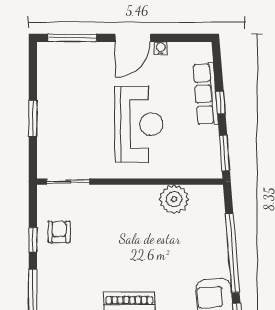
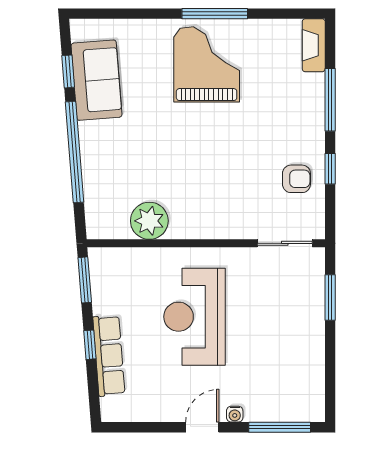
door: (133, 38) -> (202, 427), width x0.73
water cooler: (161, 48) -> (235, 414), moved
window: (33, 118) -> (330, 297), moved
armchair: (59, 232) -> (296, 179), turned -90

